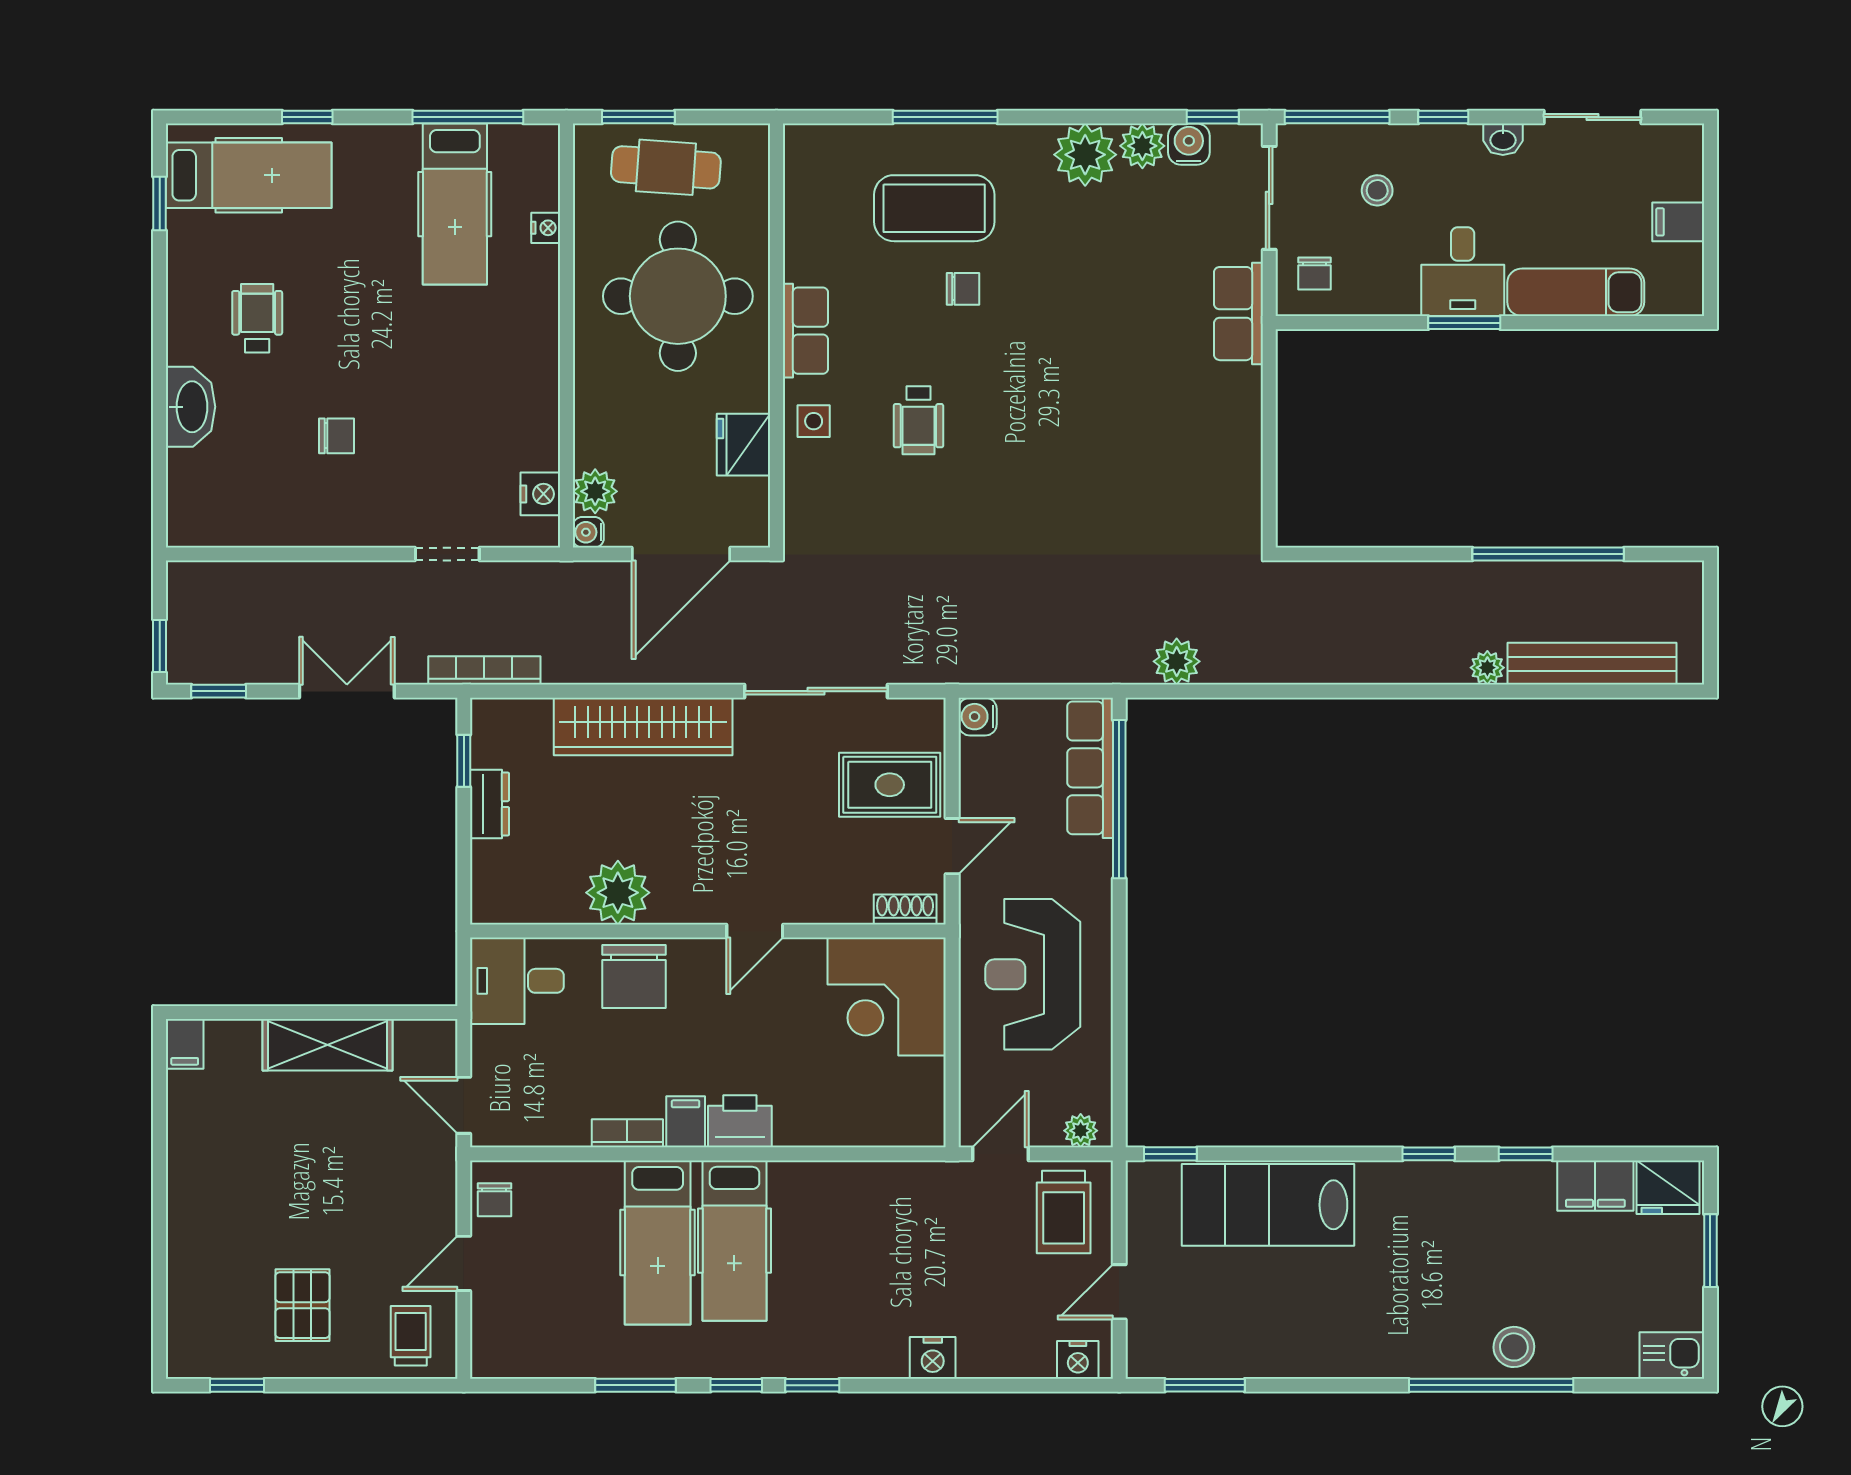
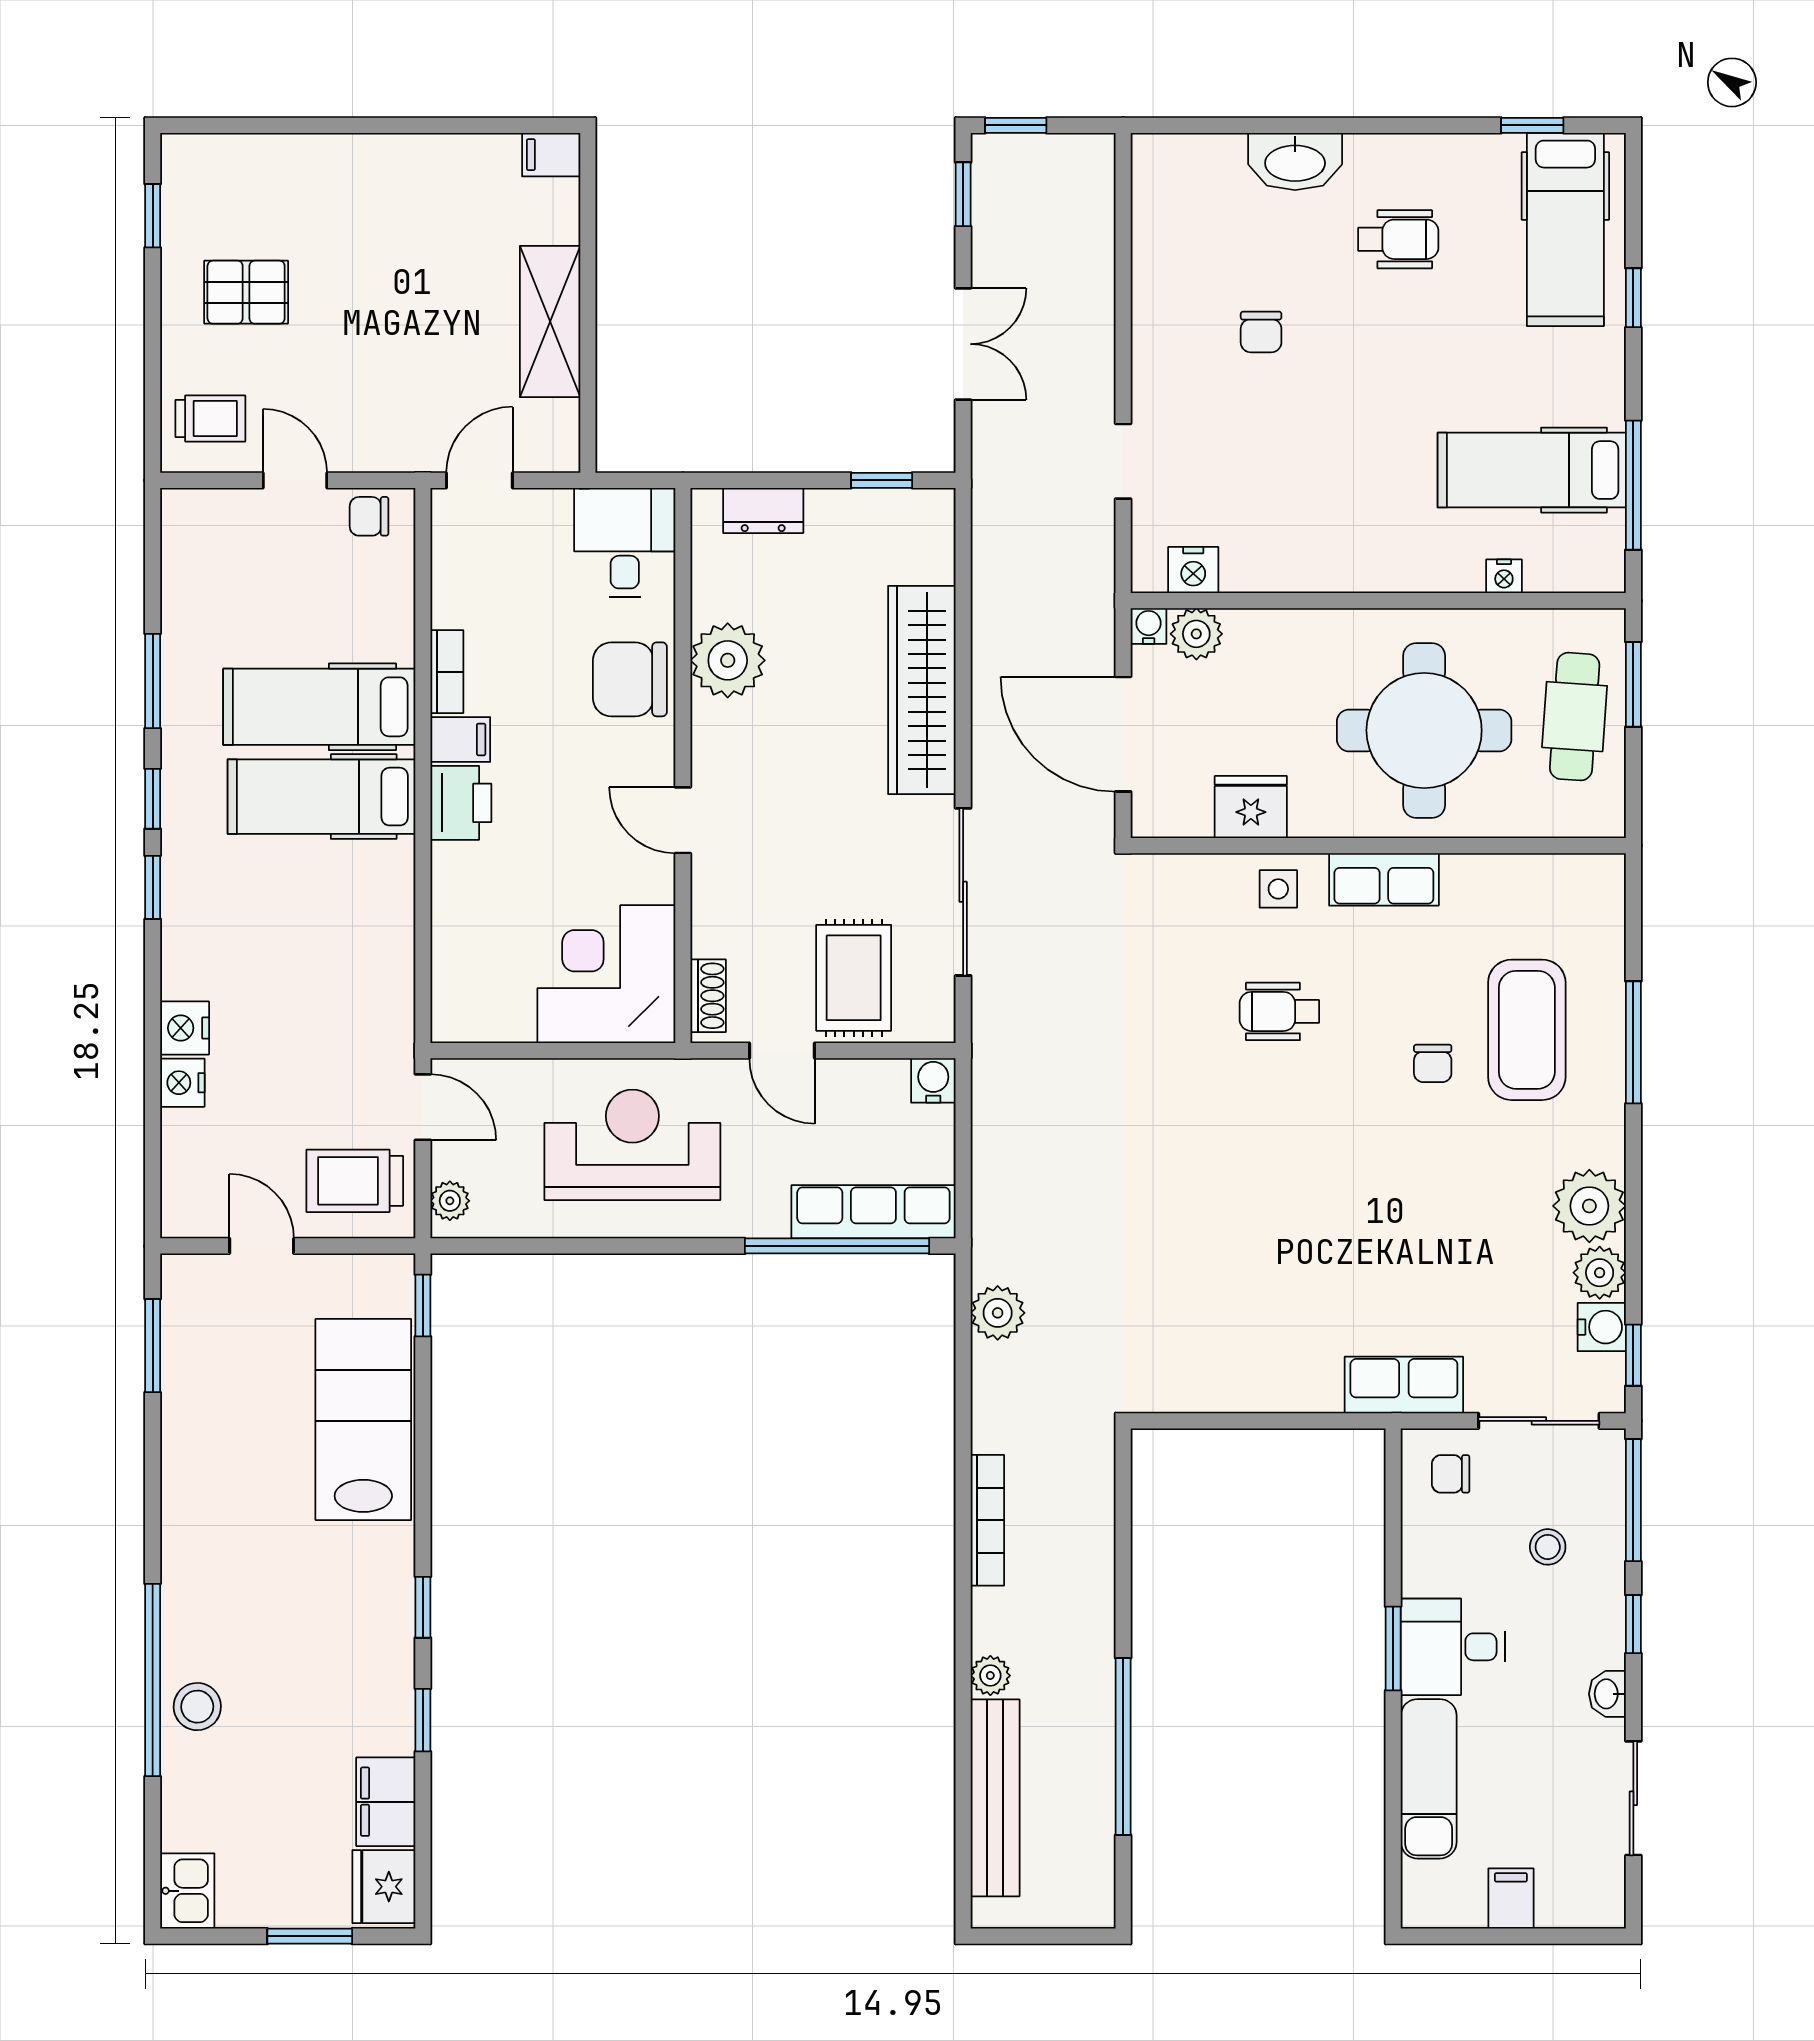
bookcase: (484, 670) -> (987, 1520), moved
dresser: (489, 804) -> (763, 511), moved
nightstand: (1078, 1360) -> (182, 1083), moved

